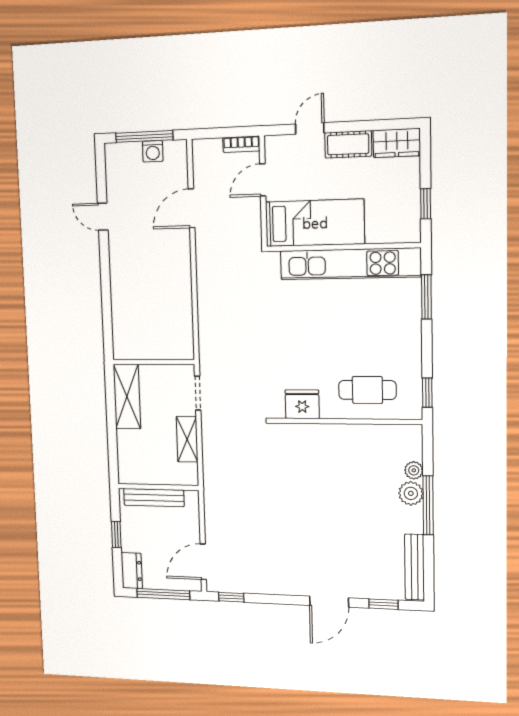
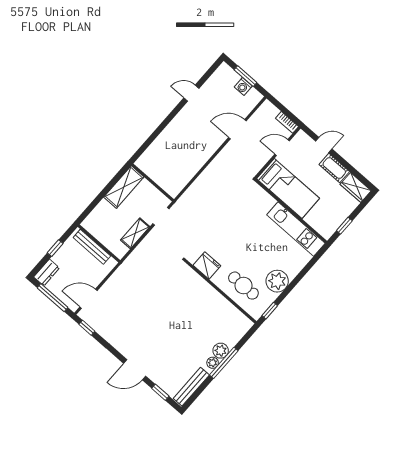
window: (144, 136) -> (245, 76), width x0.69
door: (103, 217) -> (191, 93), hinge flipped
kitchen unit: (350, 264) -> (296, 229), width x0.73
window: (426, 297) -> (308, 267), removed
plant: (404, 348) -> (277, 281), added
plant: (414, 470) -> (213, 363), moved

